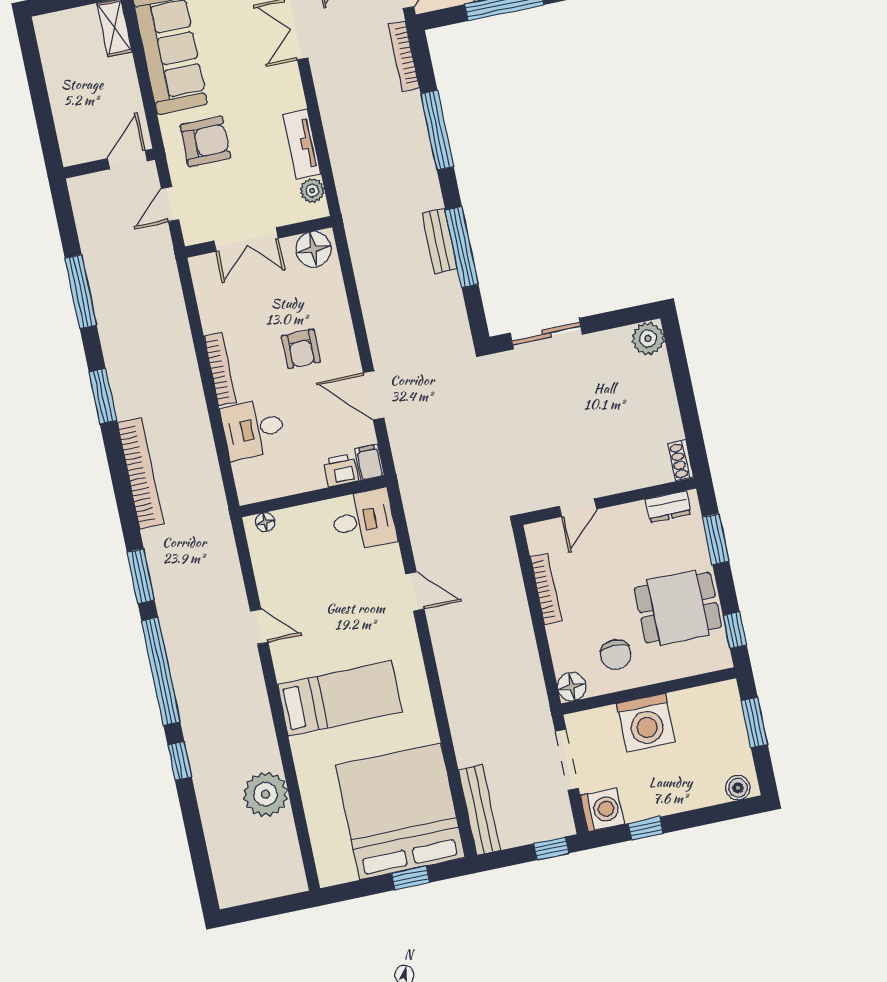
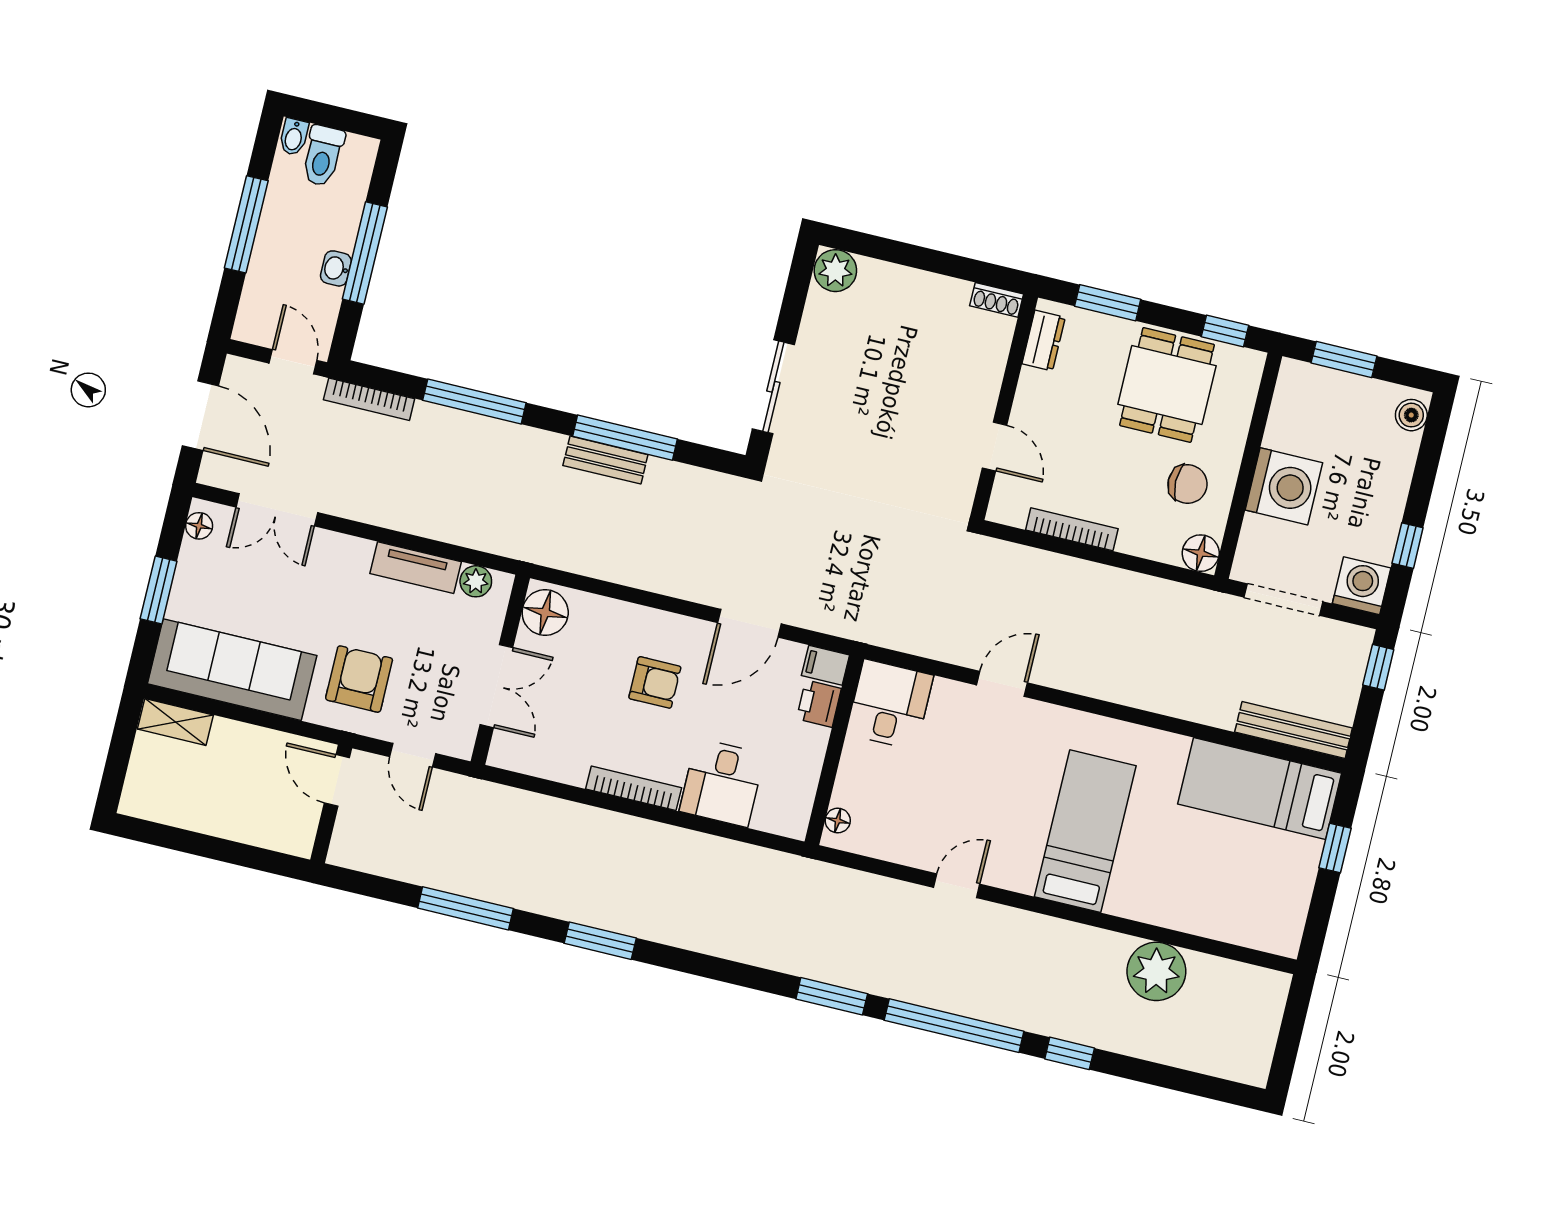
bookcase: (140, 473) -> (711, 939), removed
bed: (400, 811) -> (1260, 789), width x0.49

